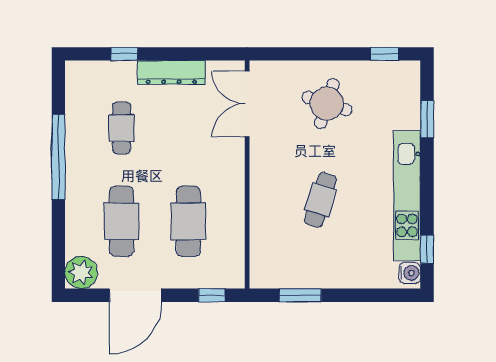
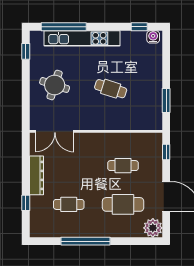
window: (427, 119) -> (64, 27), width x2.11
kitchen unit: (407, 195) -> (82, 38), moved
cafe table: (188, 221) -> (123, 166), width x0.73, depth x0.74

